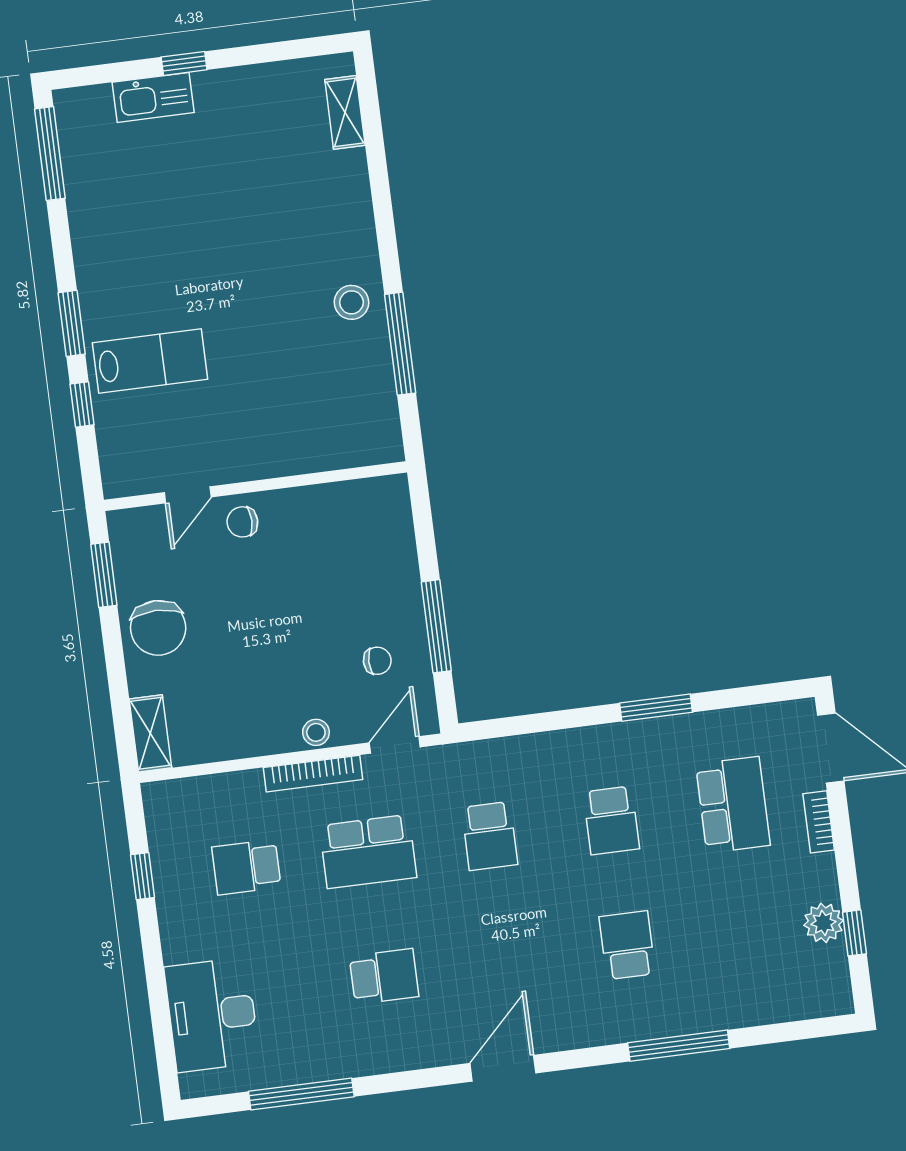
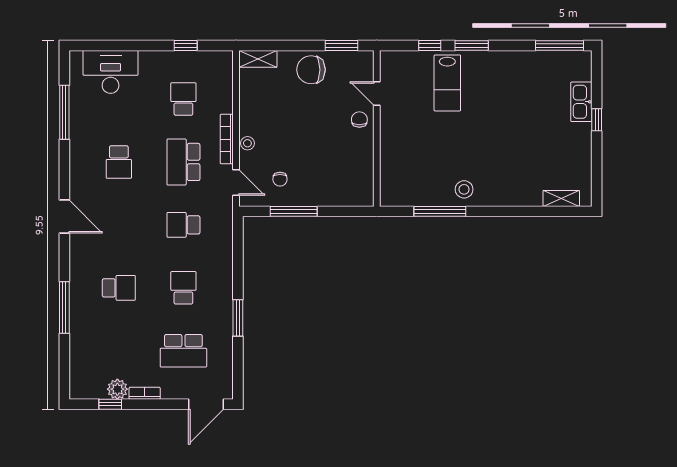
school desk: (611, 820) -> (183, 288), turned 90
bookcase: (819, 822) -> (145, 393), moved

